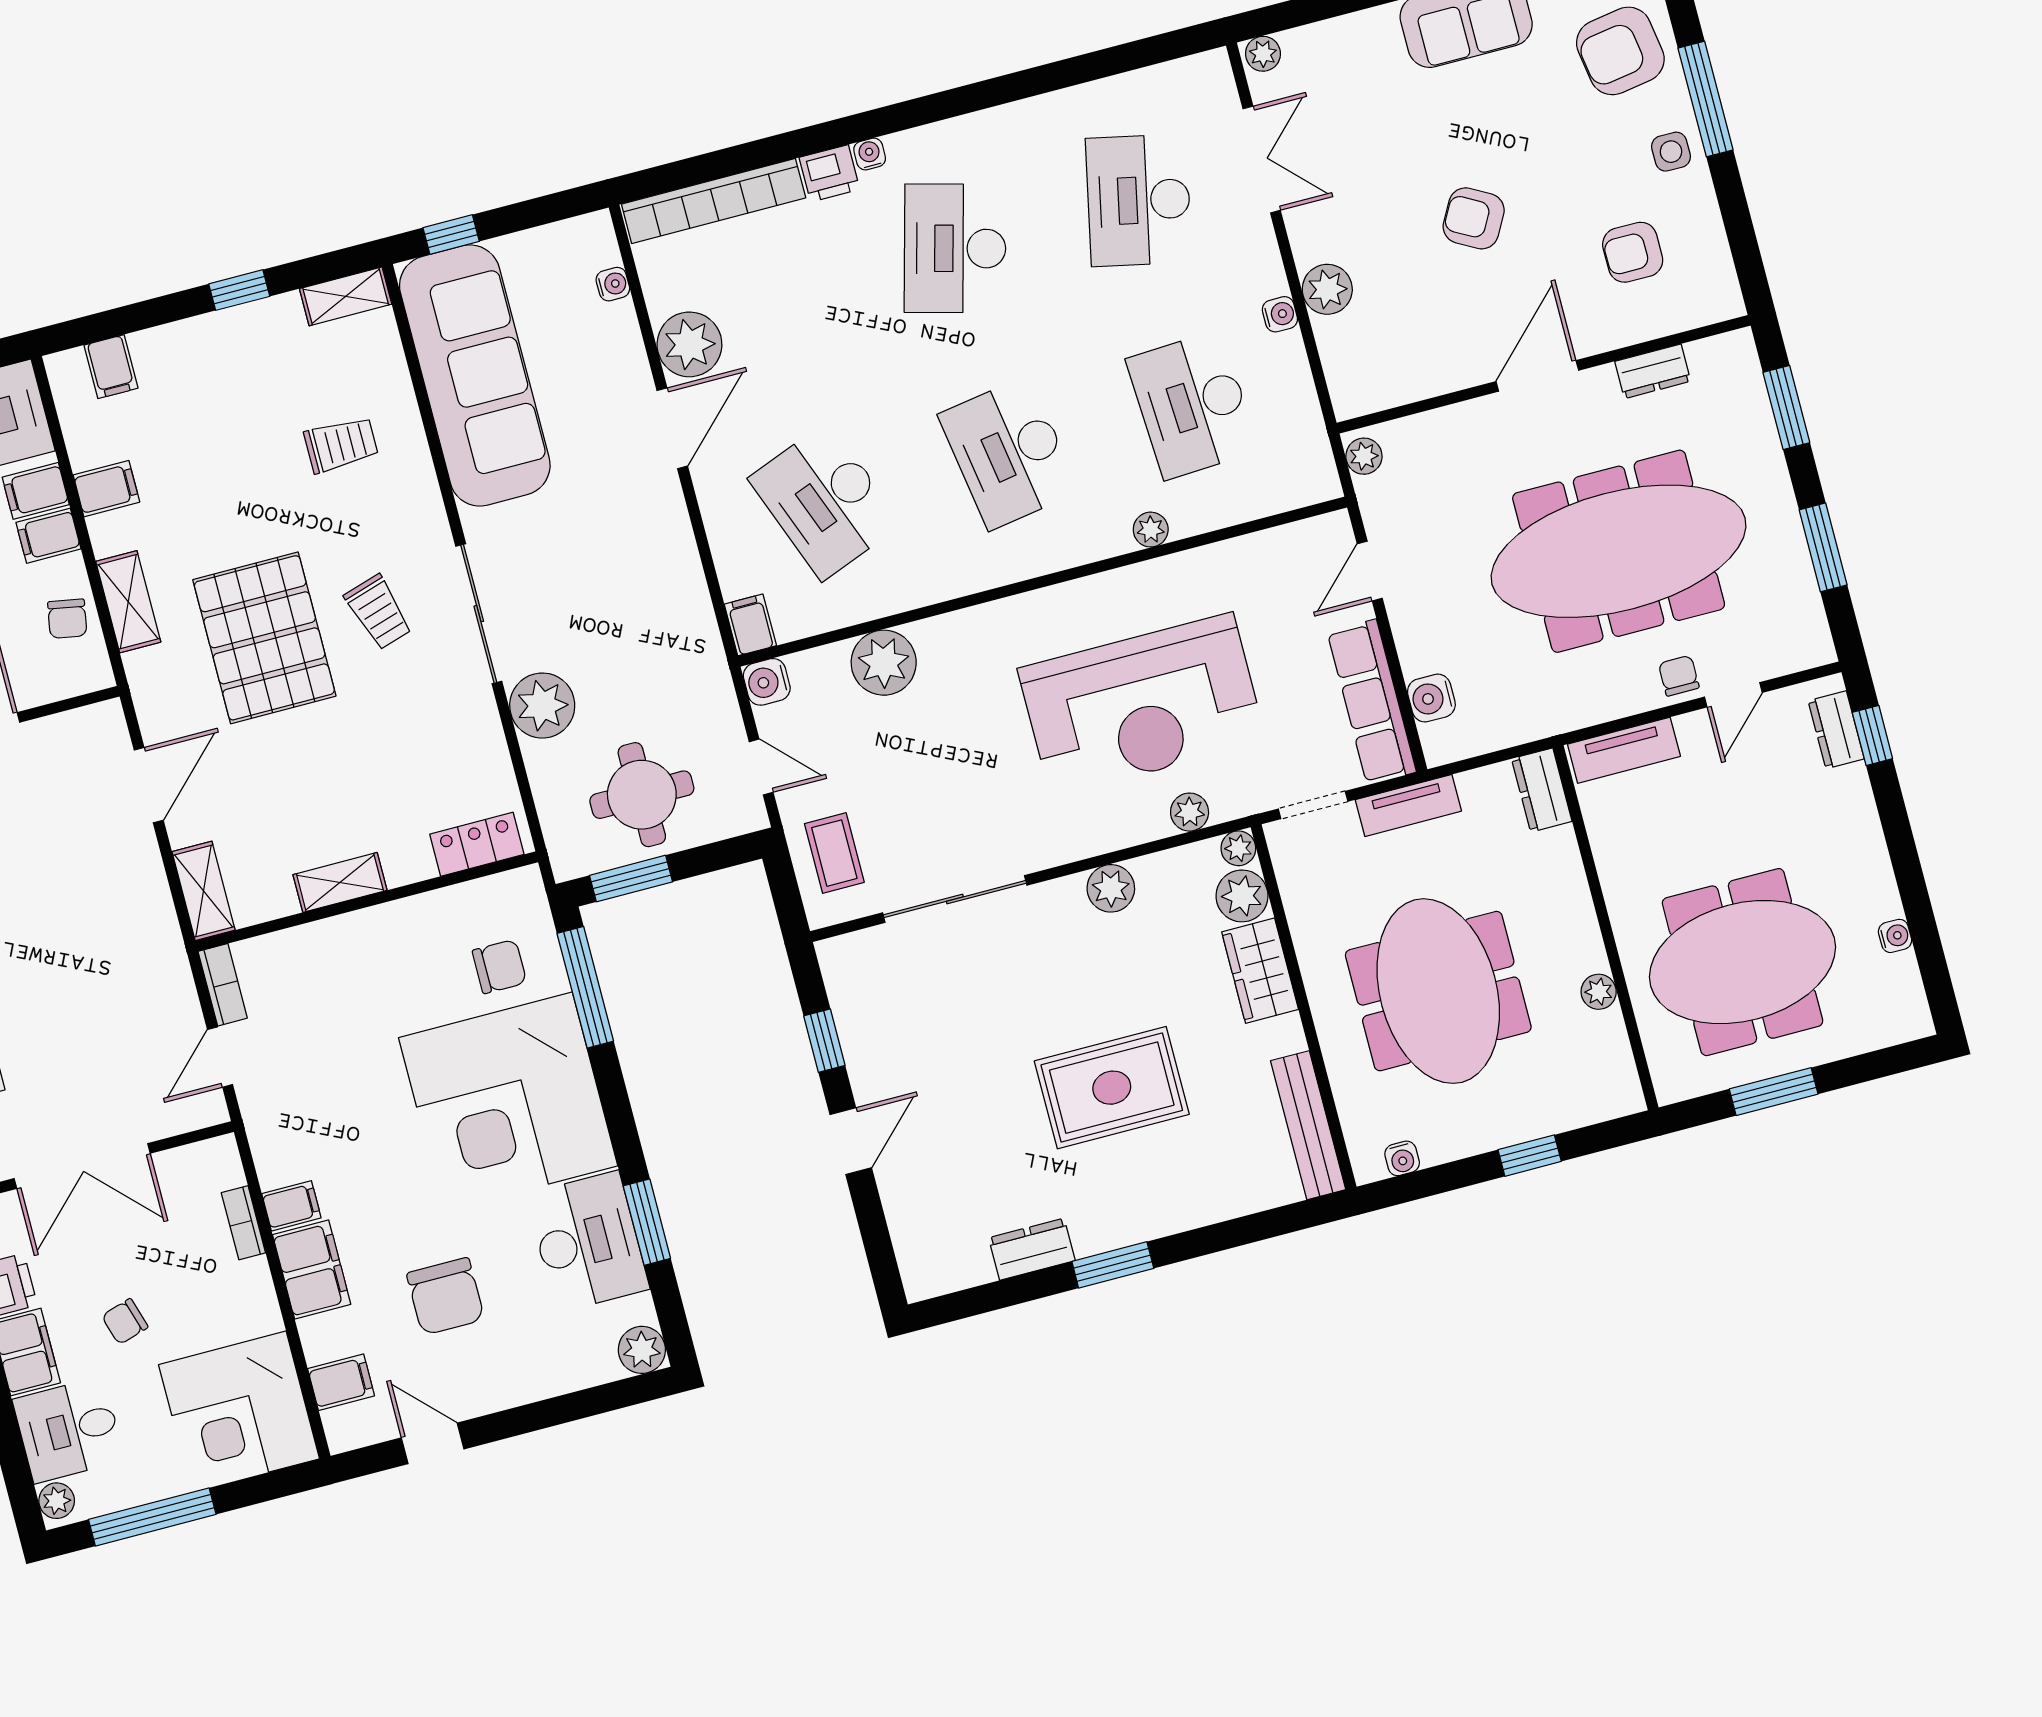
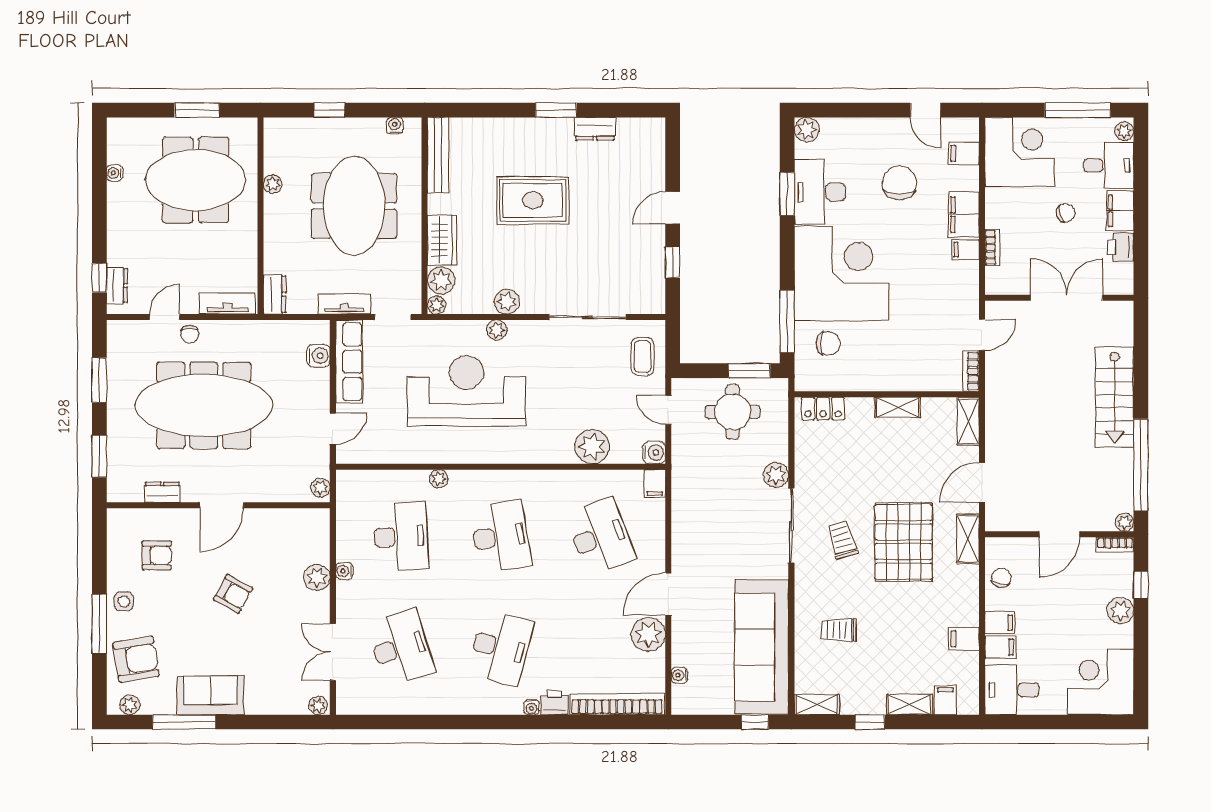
desk: (1139, 200) -> (401, 648), turned -30
shelving: (175, 342) -> (909, 704), added
shelving: (128, 602) -> (968, 539), moved
plant: (542, 706) -> (776, 475), width x0.73, depth x0.73
plant: (1190, 812) -> (497, 330), moved
chair: (499, 967) -> (828, 344), turned 180

